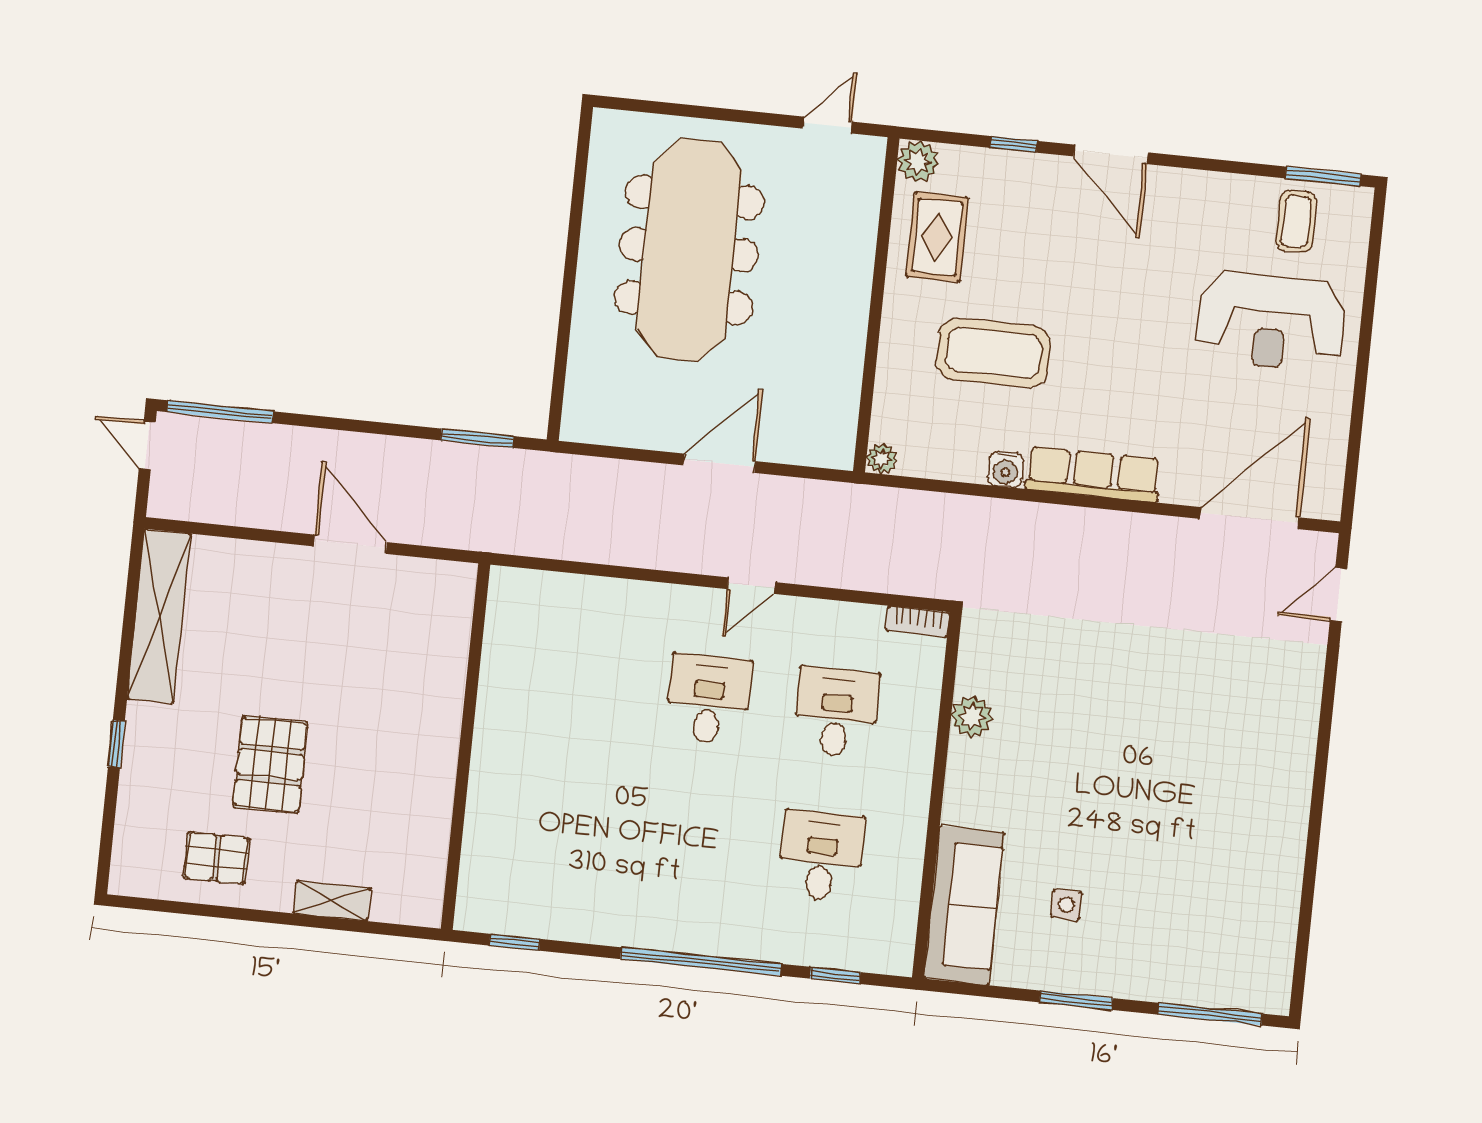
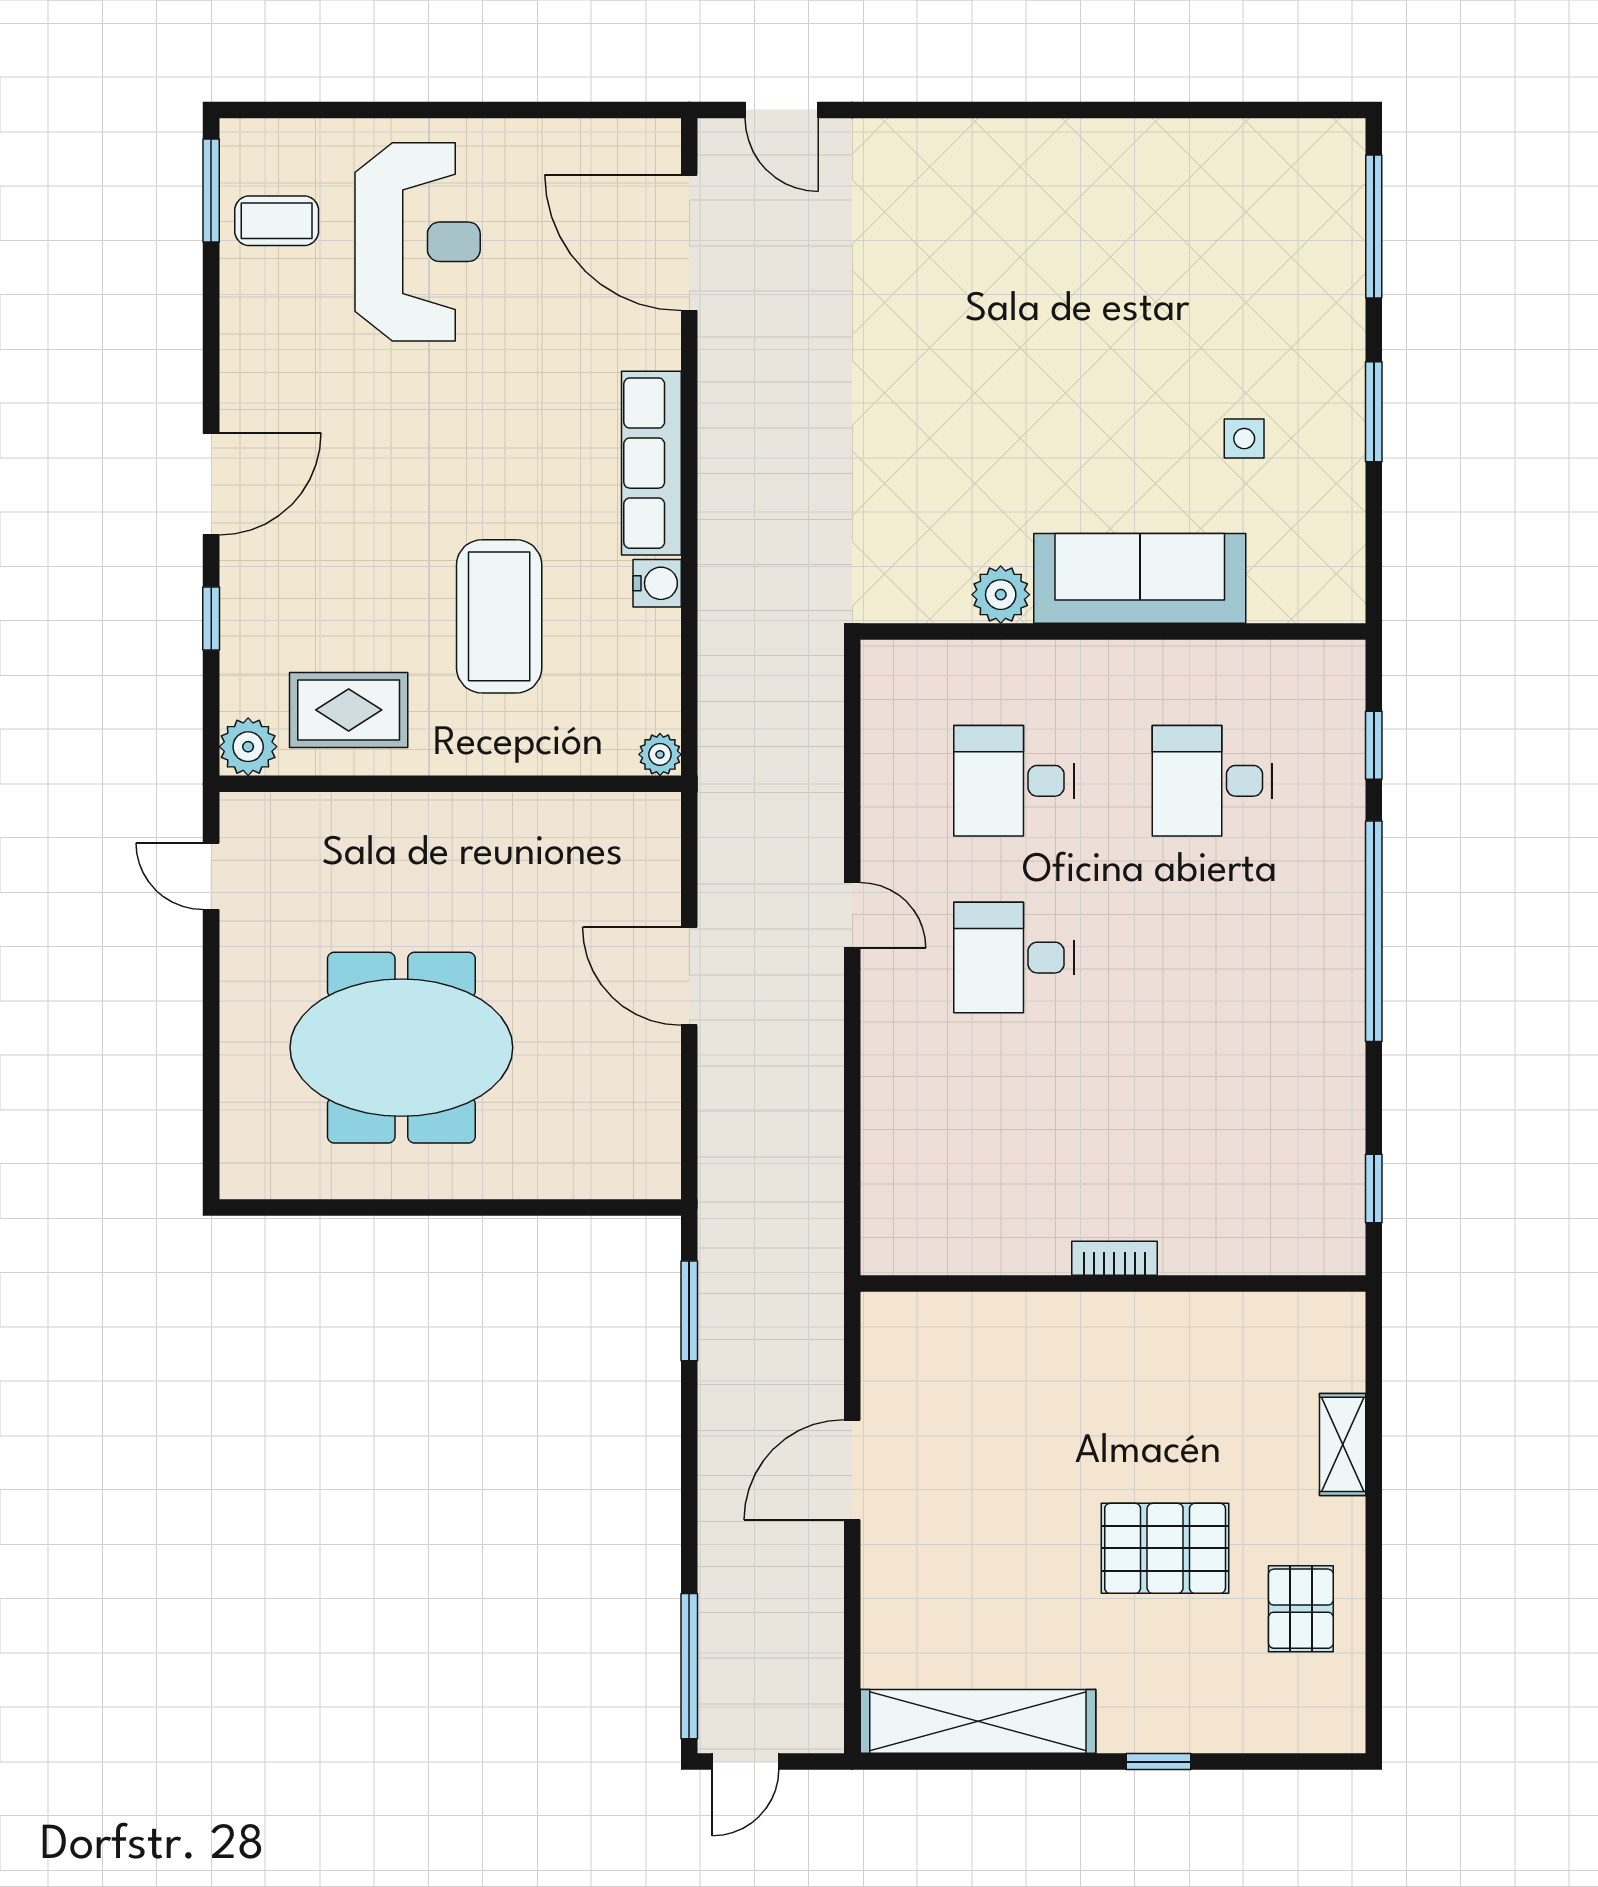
meeting table: (689, 250) -> (401, 1048), width x0.73
bookcase: (918, 621) -> (1114, 1258), moved, turned -90
sofa: (964, 905) -> (1140, 578), moved

